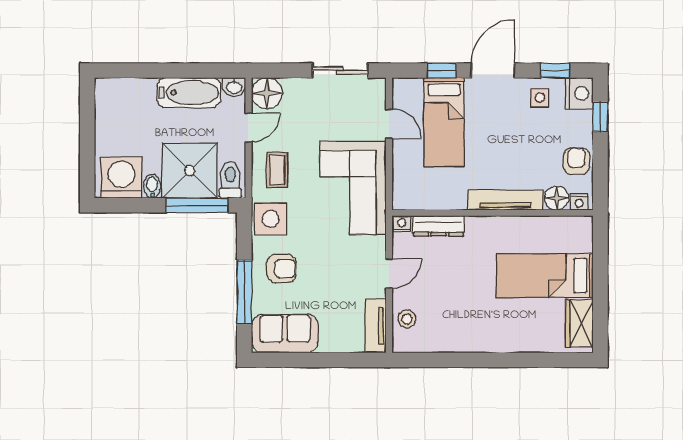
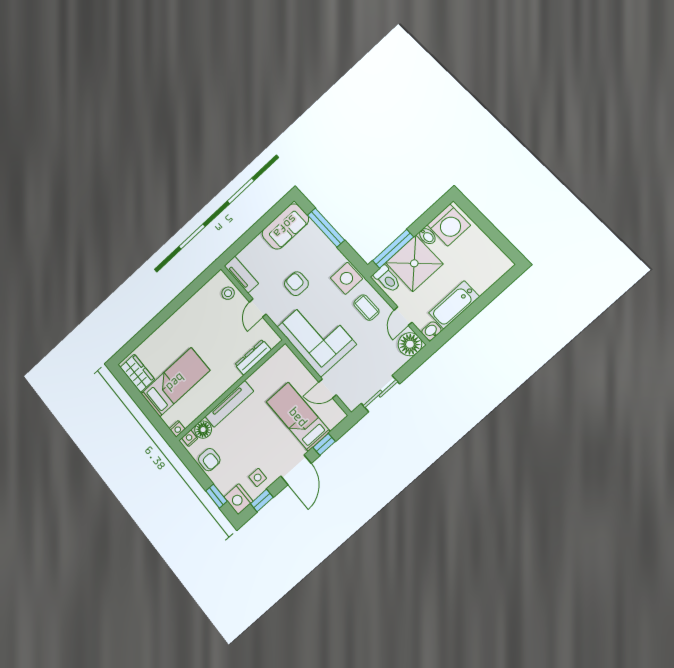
nightstand: (402, 224) -> (177, 429), moved
armchair: (282, 269) -> (296, 284), moved, turned 90

